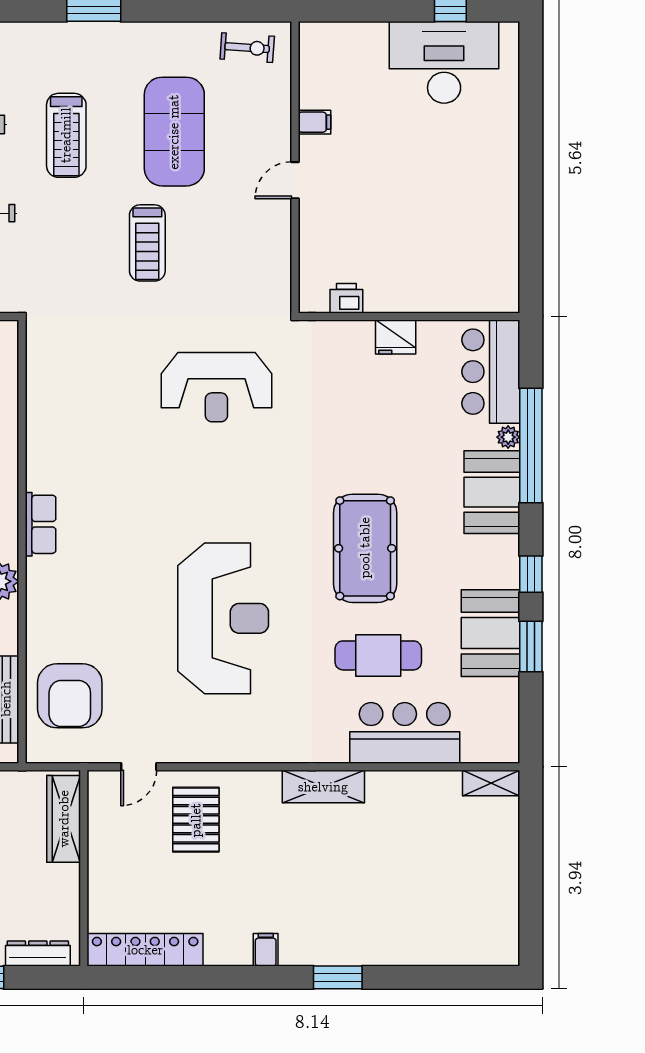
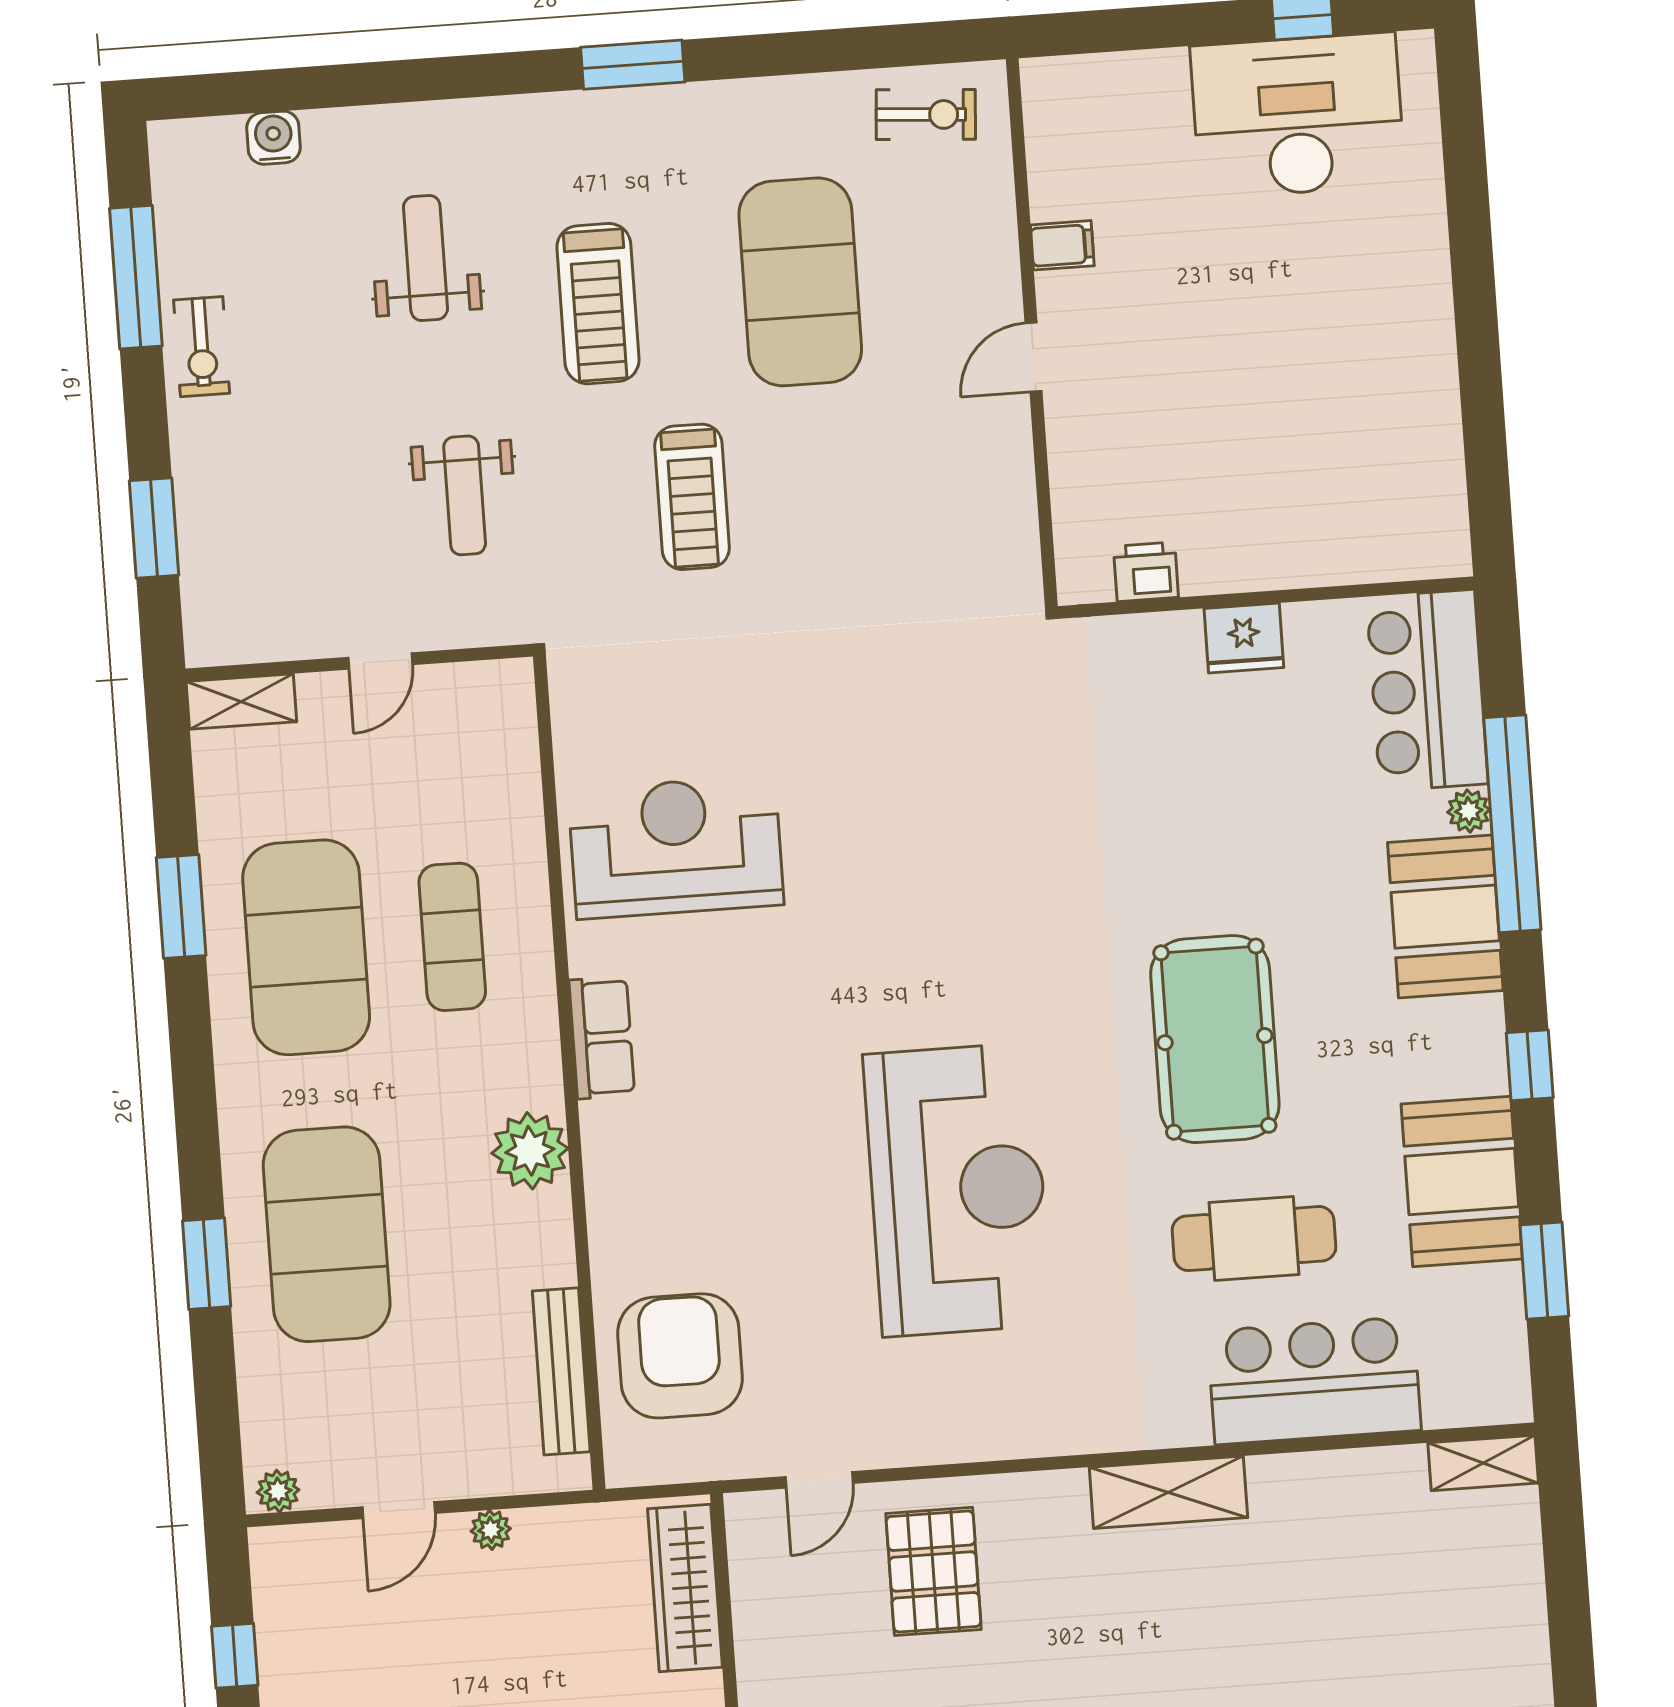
treadmill: (147, 243) -> (692, 497), moved
reception desk: (216, 387) -> (676, 847), moved, turned 180
window: (531, 647) -> (1544, 1271), moved
armchair: (70, 696) -> (680, 1356), turned 180

